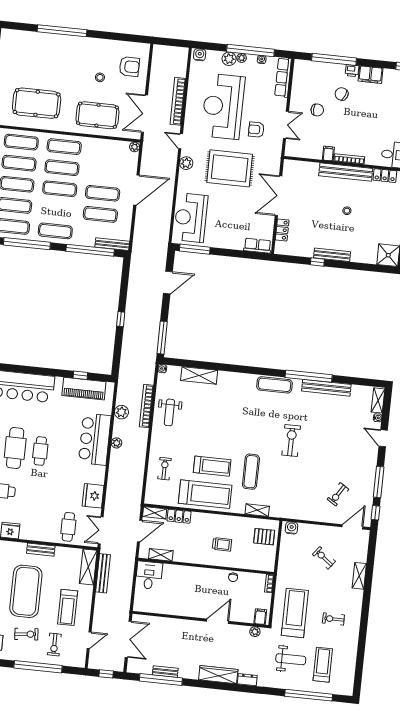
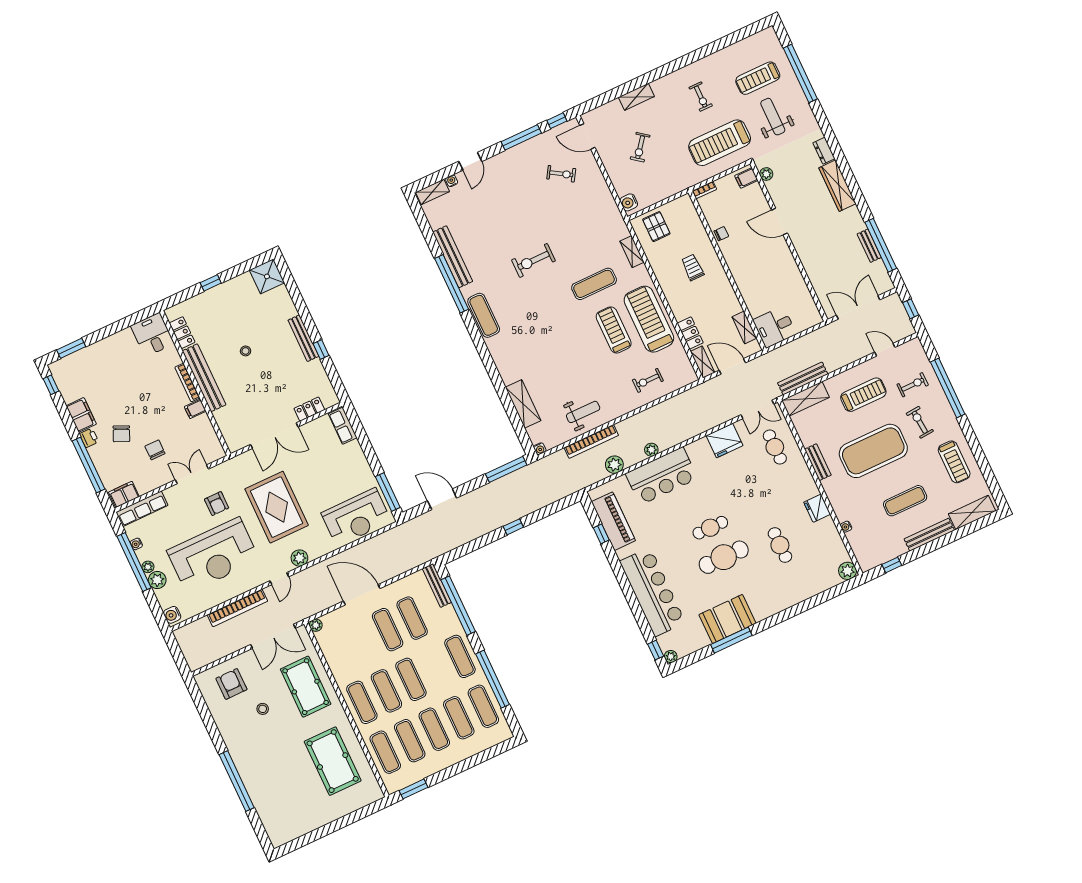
filing cabinet: (300, 71) -> (124, 494), added
cafe table: (68, 527) -> (775, 447), turned 90

